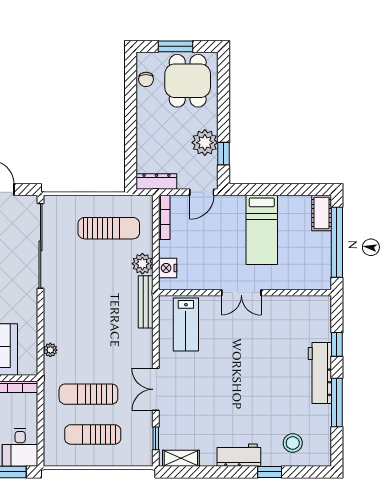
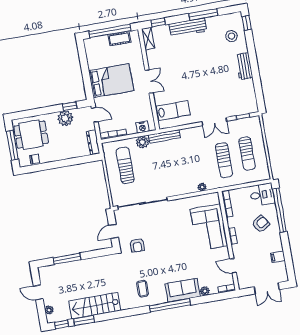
window: (176, 46) -> (12, 145), width x1.44
cot: (322, 213) -> (119, 39), moved
bed: (262, 230) -> (111, 81), width x1.50
window: (337, 344) -> (158, 22), moved
shelving: (181, 458) -> (148, 39), moved
window: (270, 472) -> (247, 23), moved

